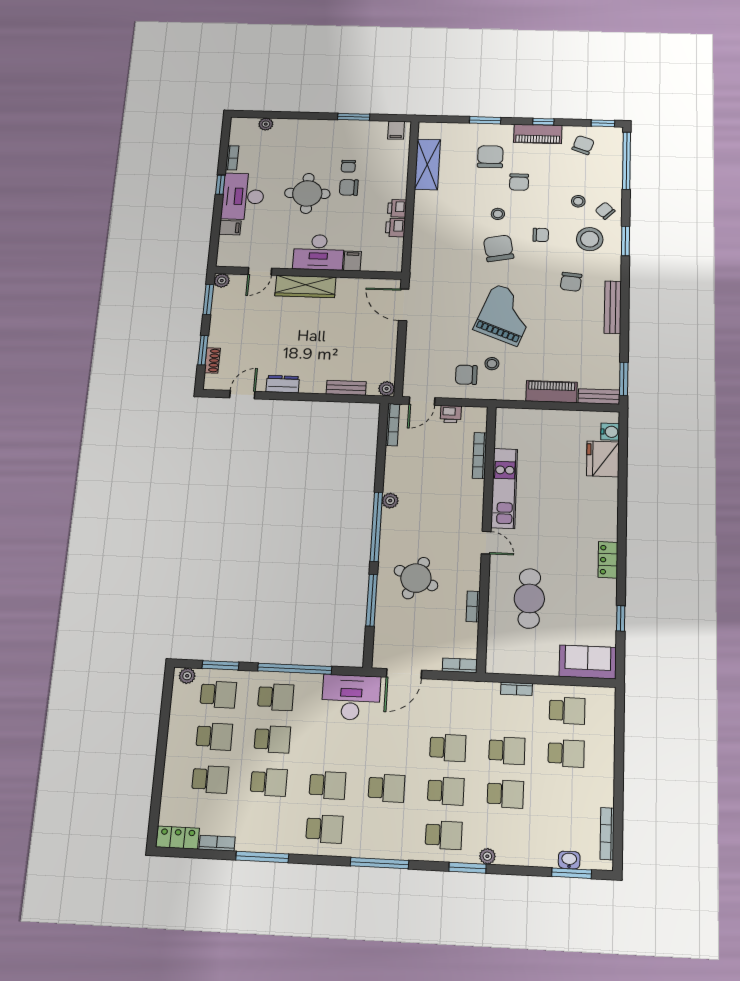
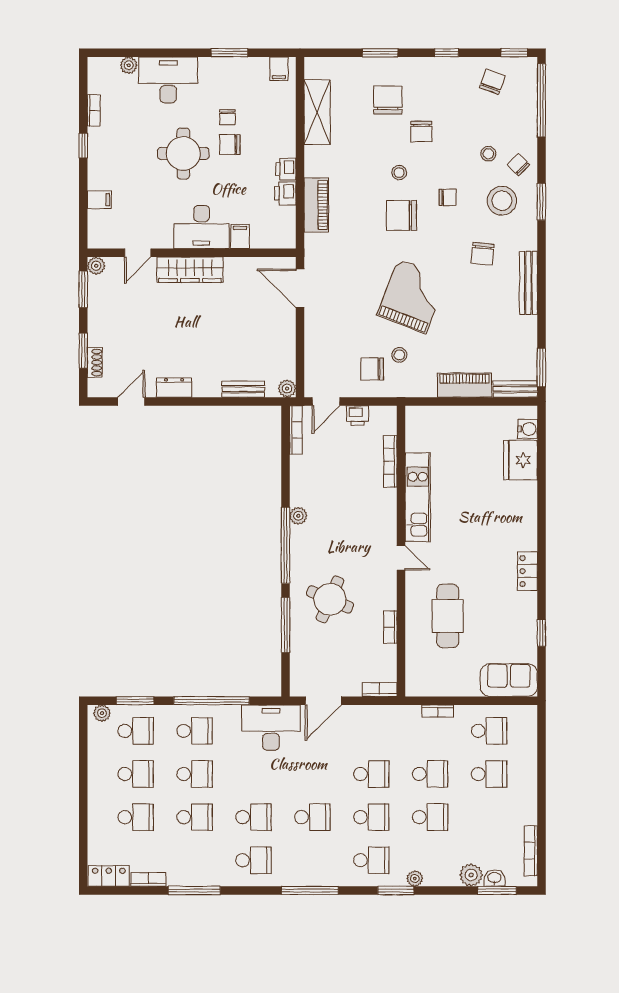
piano: (538, 134) -> (316, 205), moved, turned -90
desk: (243, 196) -> (168, 80), moved, turned 90
chair: (499, 248) -> (401, 215), turned -79
plant: (545, 856) -> (471, 875), added

